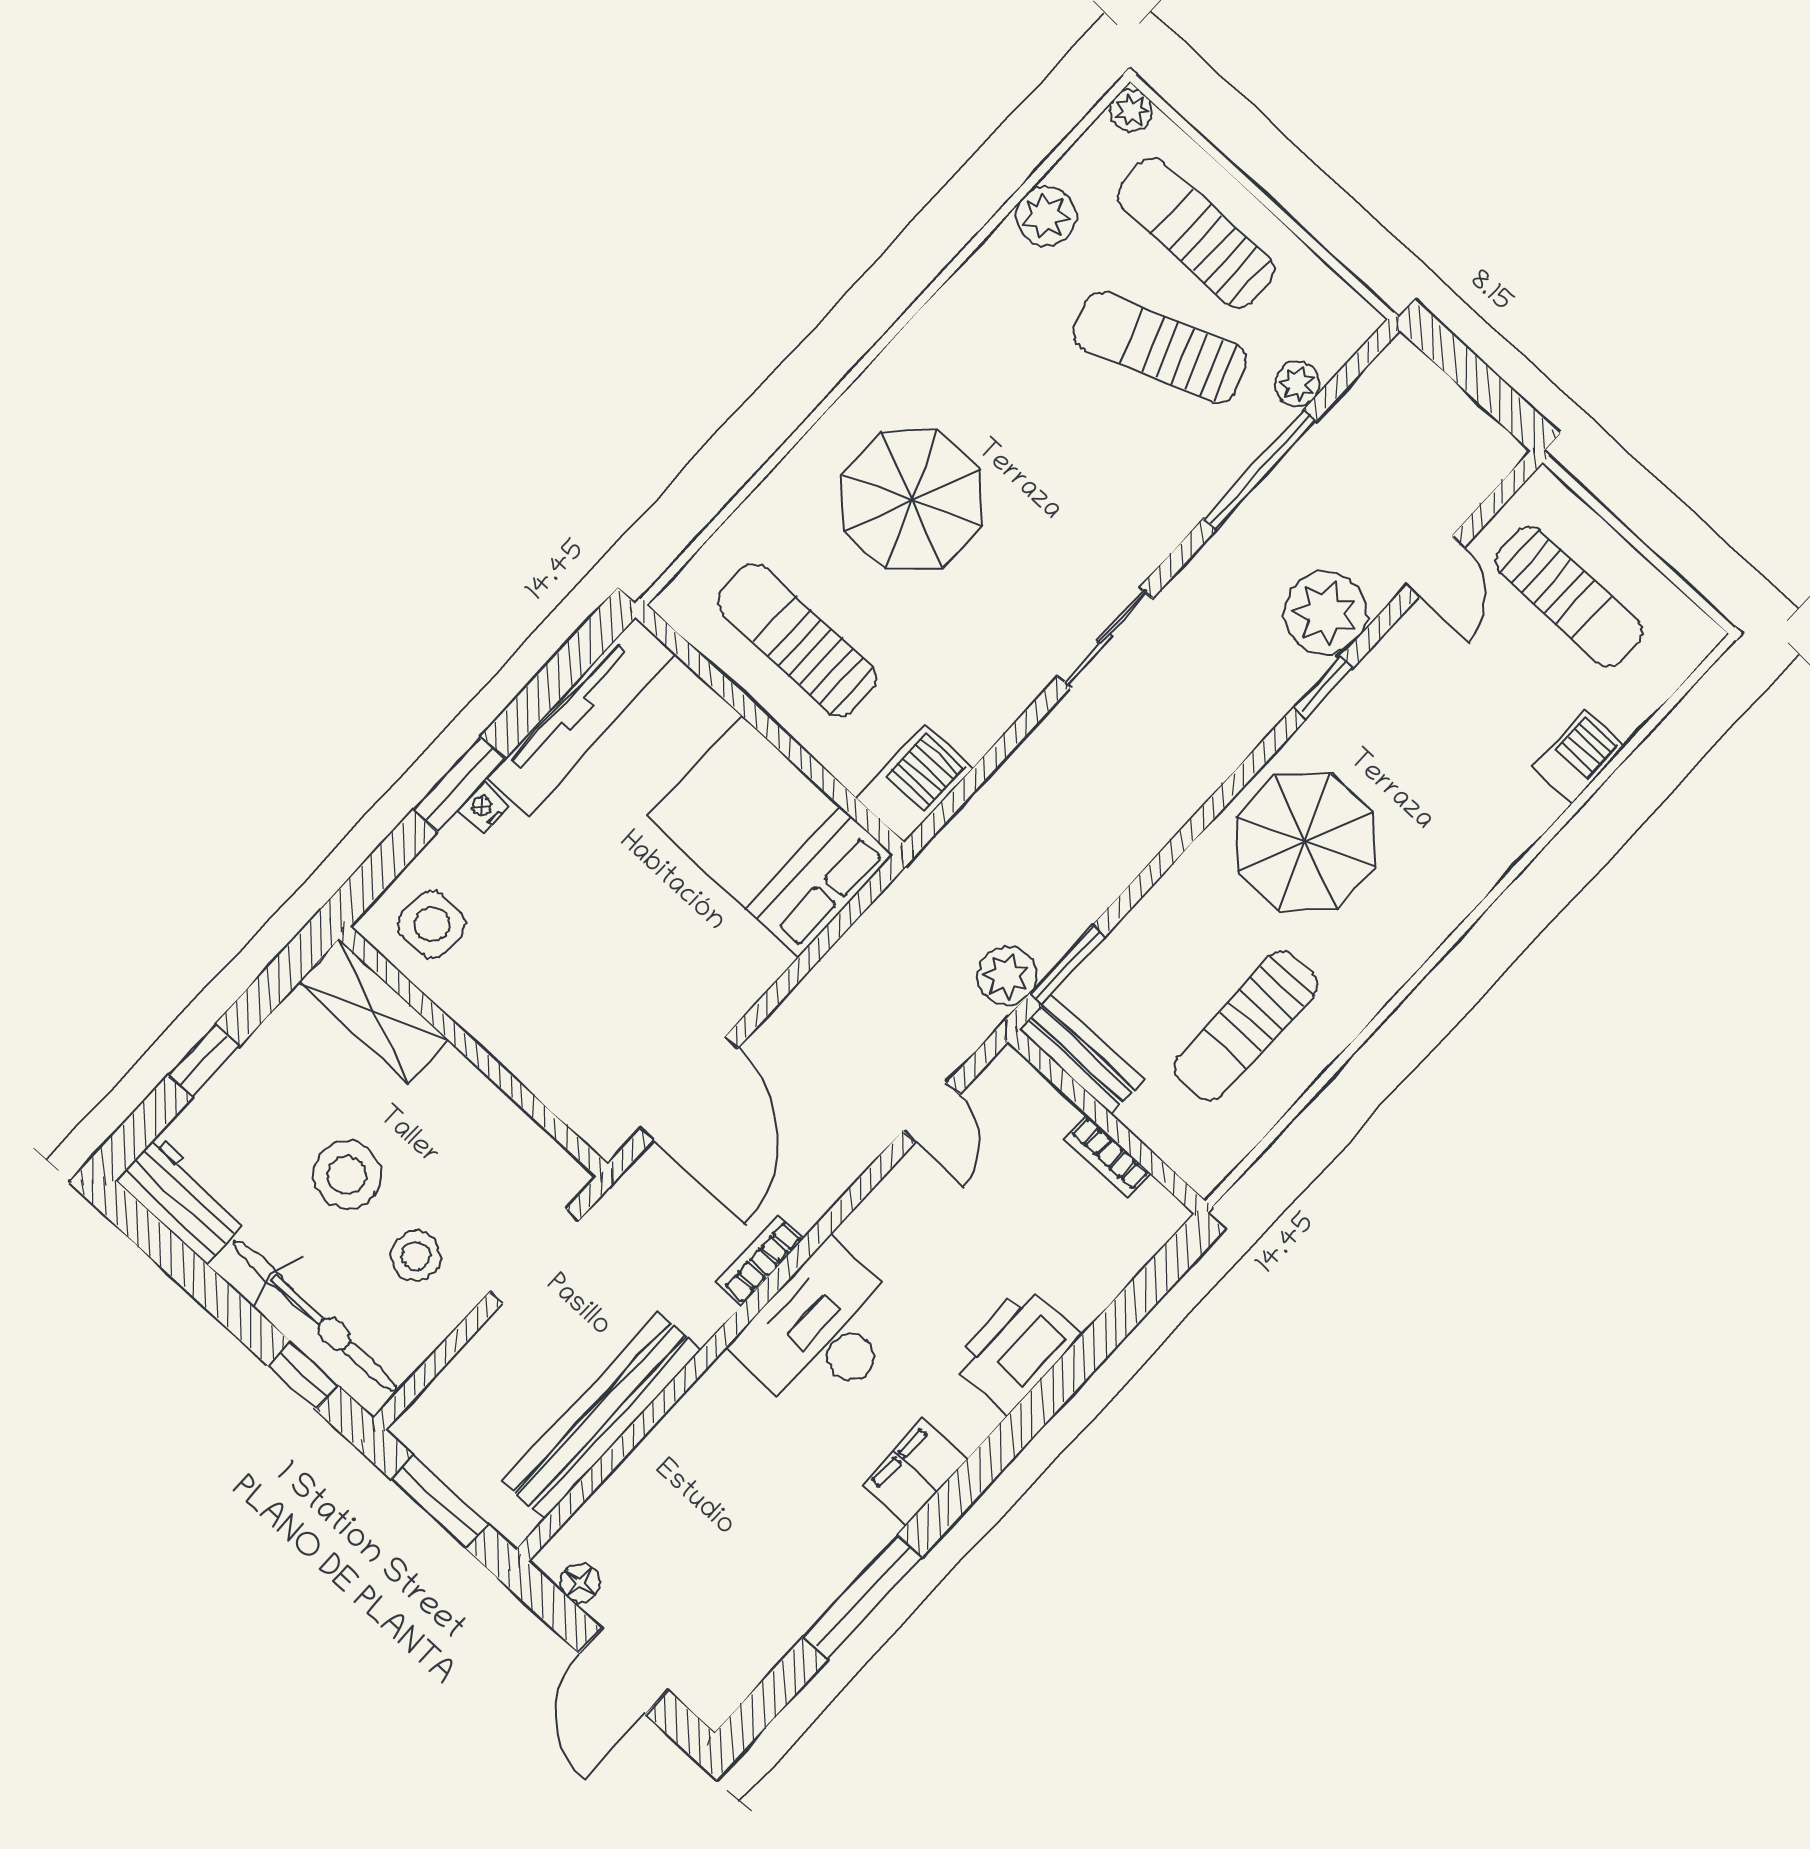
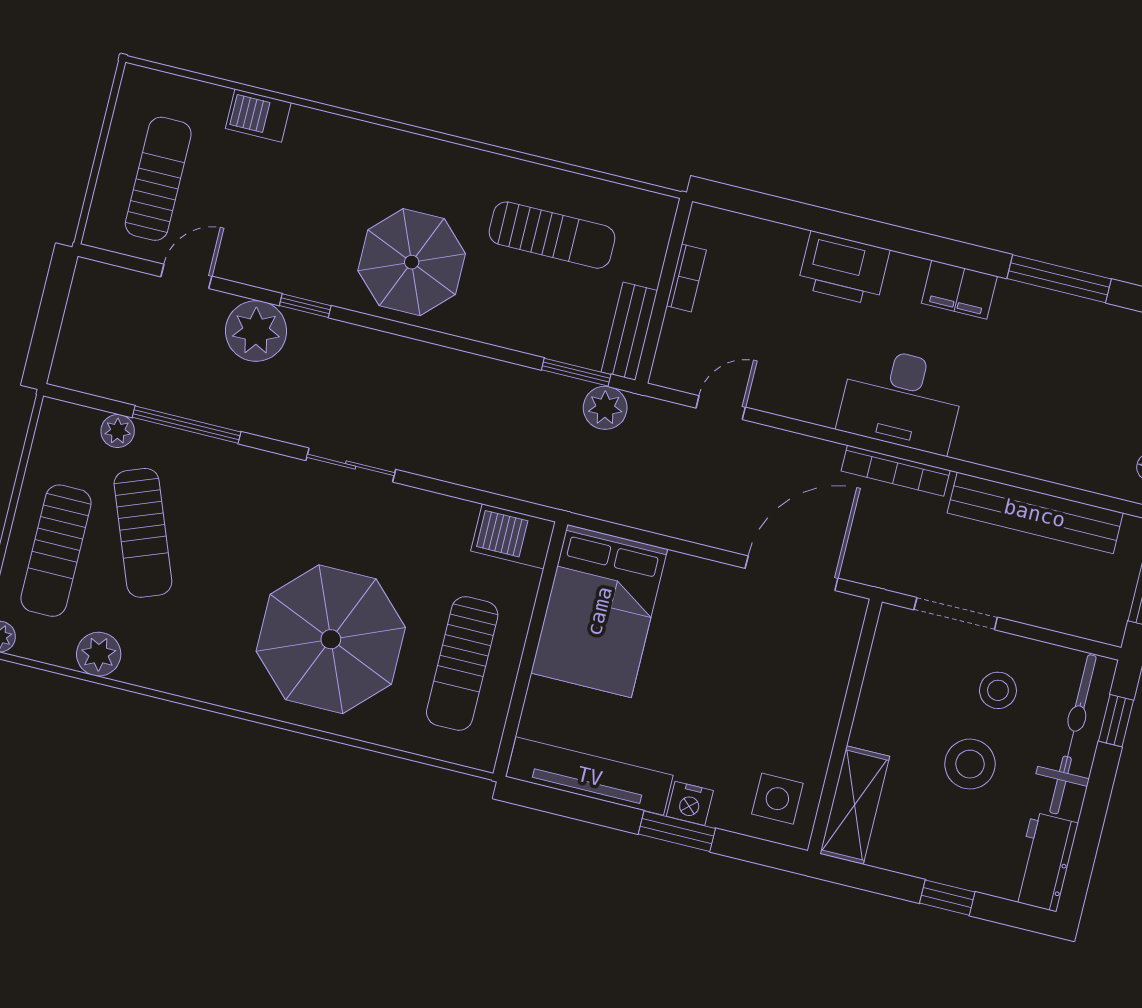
parasol: (912, 500) -> (331, 639), width x1.36, depth x1.36
nightstand: (484, 808) -> (690, 803), width x1.39, depth x1.35
bookcase: (760, 1259) -> (896, 471), width x1.56

